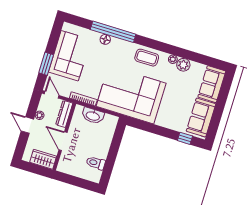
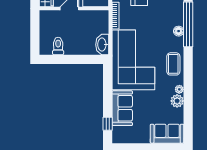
floor lamp: (105, 39) -> (179, 31), moved
washbasin: (93, 116) -> (102, 45), moved
sofa: (201, 118) -> (122, 108), moved, turned 90

